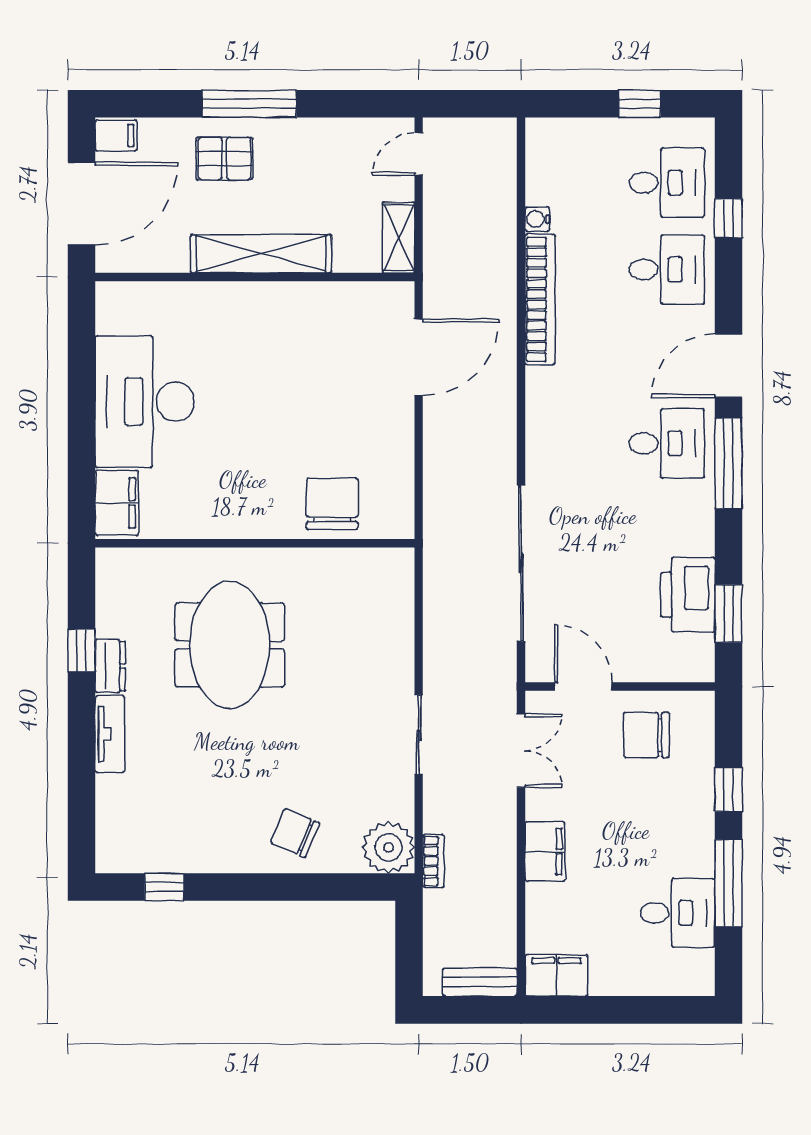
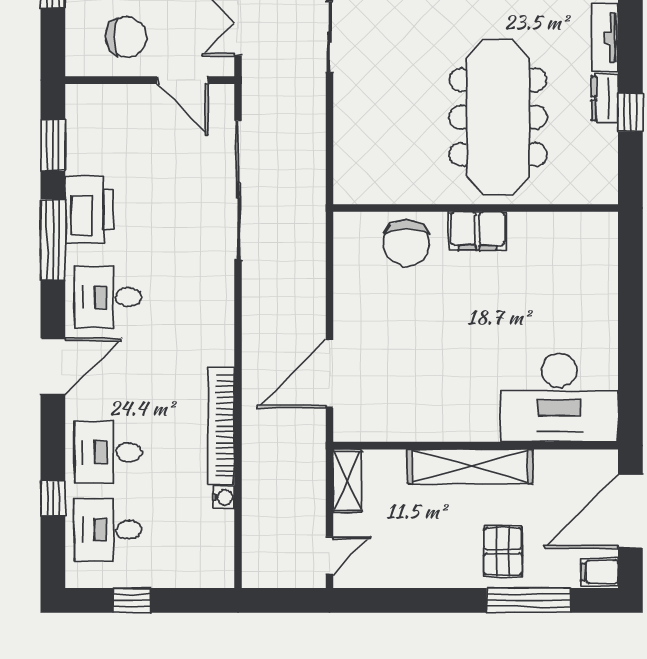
window: (249, 104) -> (529, 600), moved
pallet: (224, 159) -> (503, 551), turned 90
desk: (145, 402) -> (559, 398), moved, turned 90
window: (728, 463) -> (53, 240), moved
filing cabinet: (117, 503) -> (478, 231), moved, turned -90
printer: (688, 595) -> (89, 210), moved
meeting table: (230, 645) -> (498, 117), width x1.36

